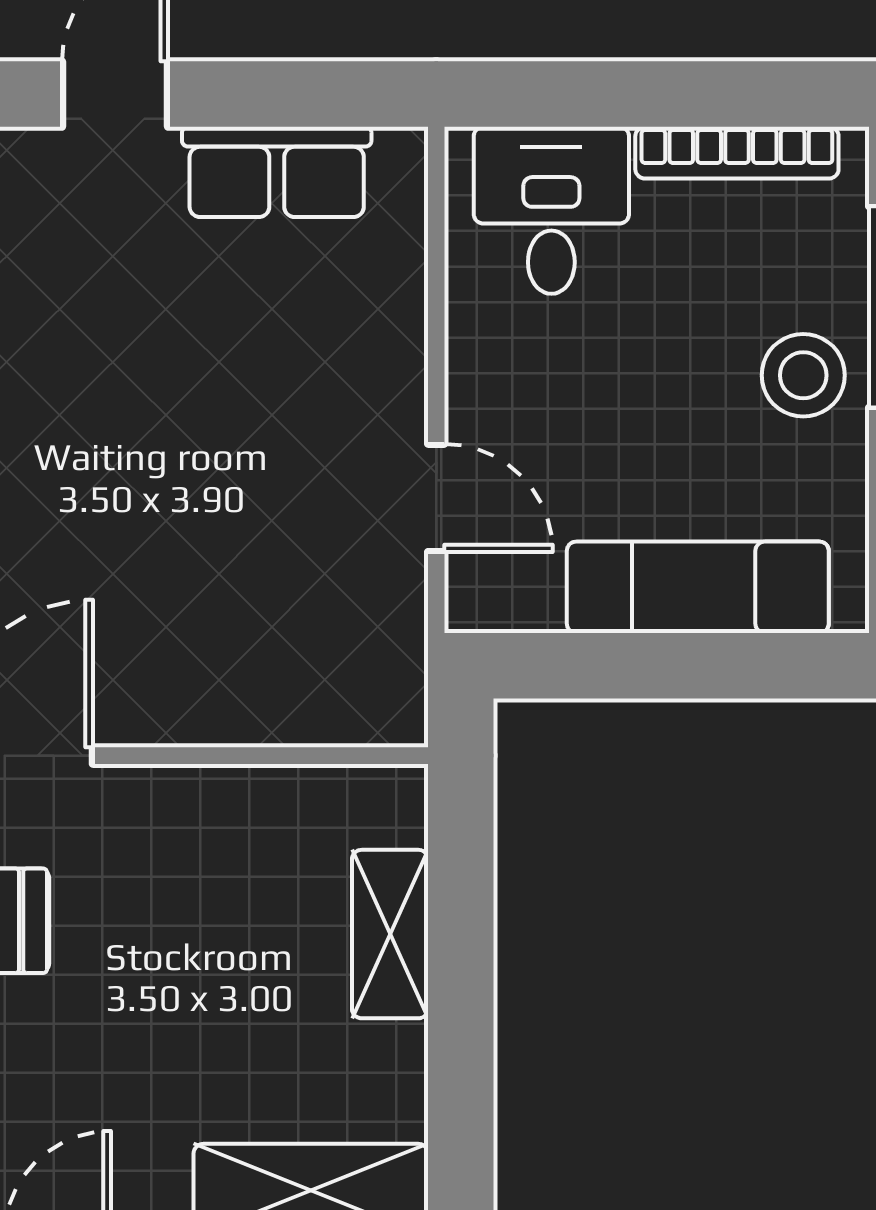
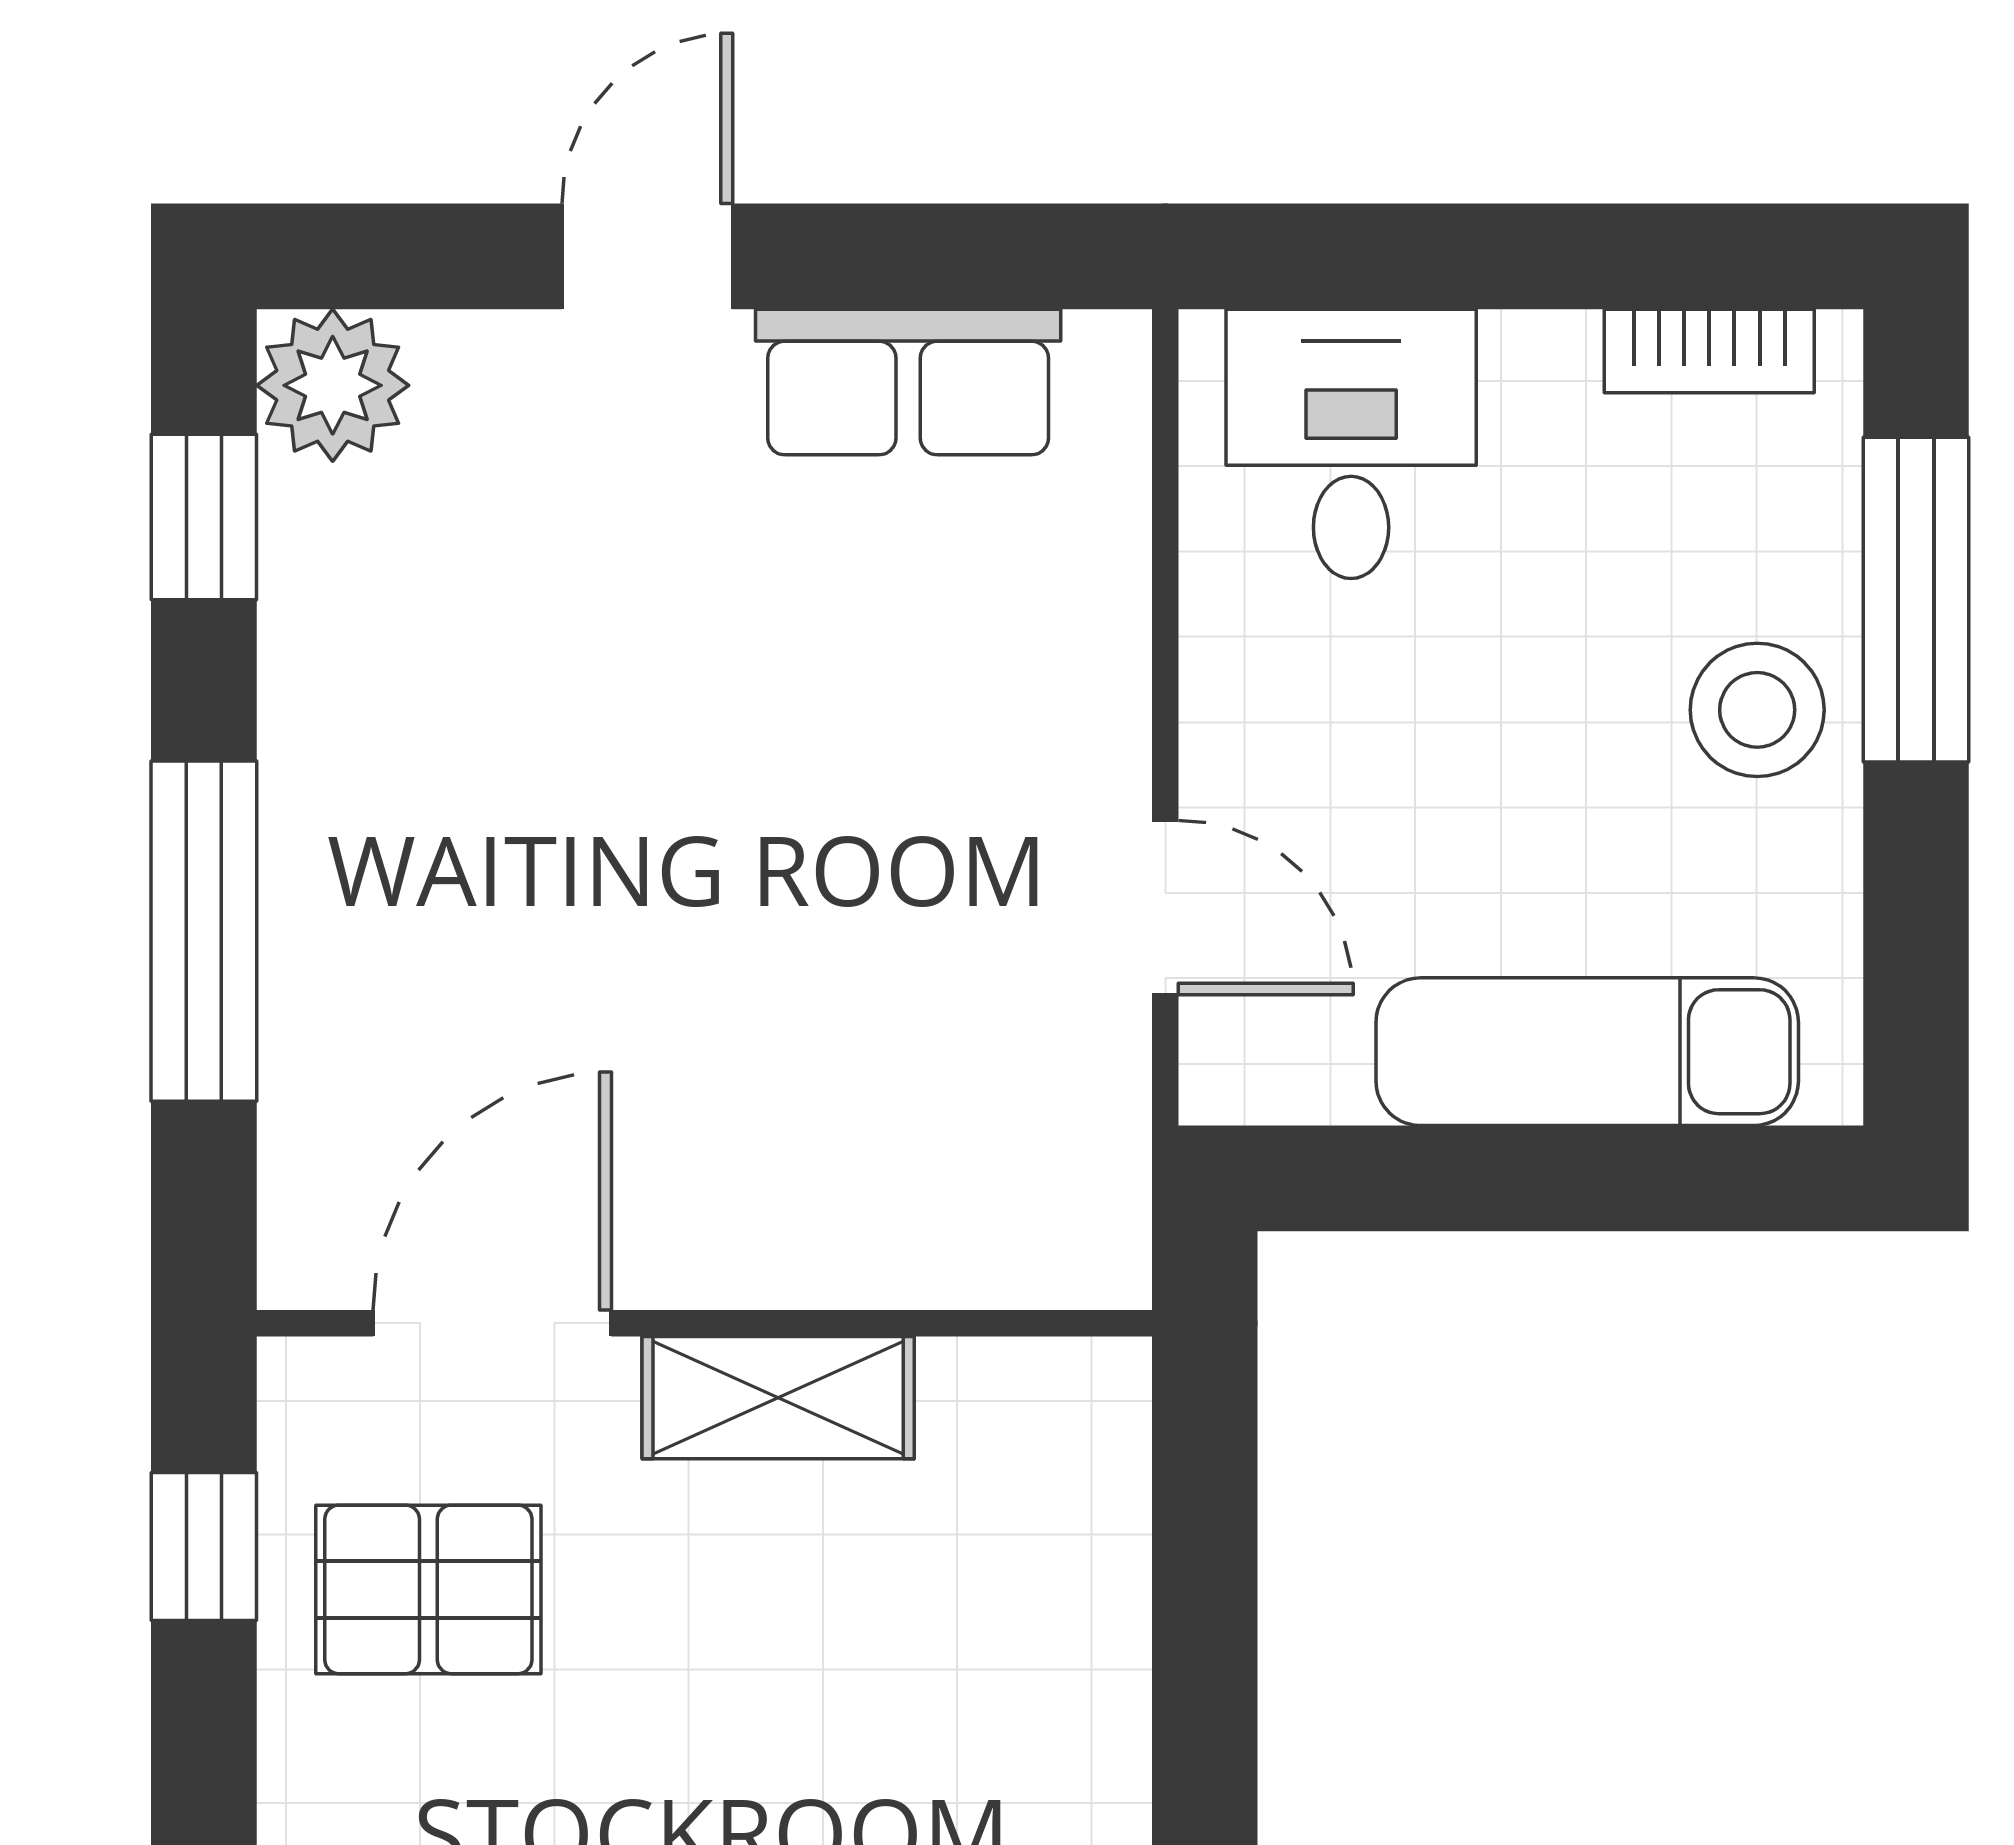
bookcase: (737, 153) -> (1709, 351), width x0.64
shelving: (390, 934) -> (778, 1398), moved, turned 90

